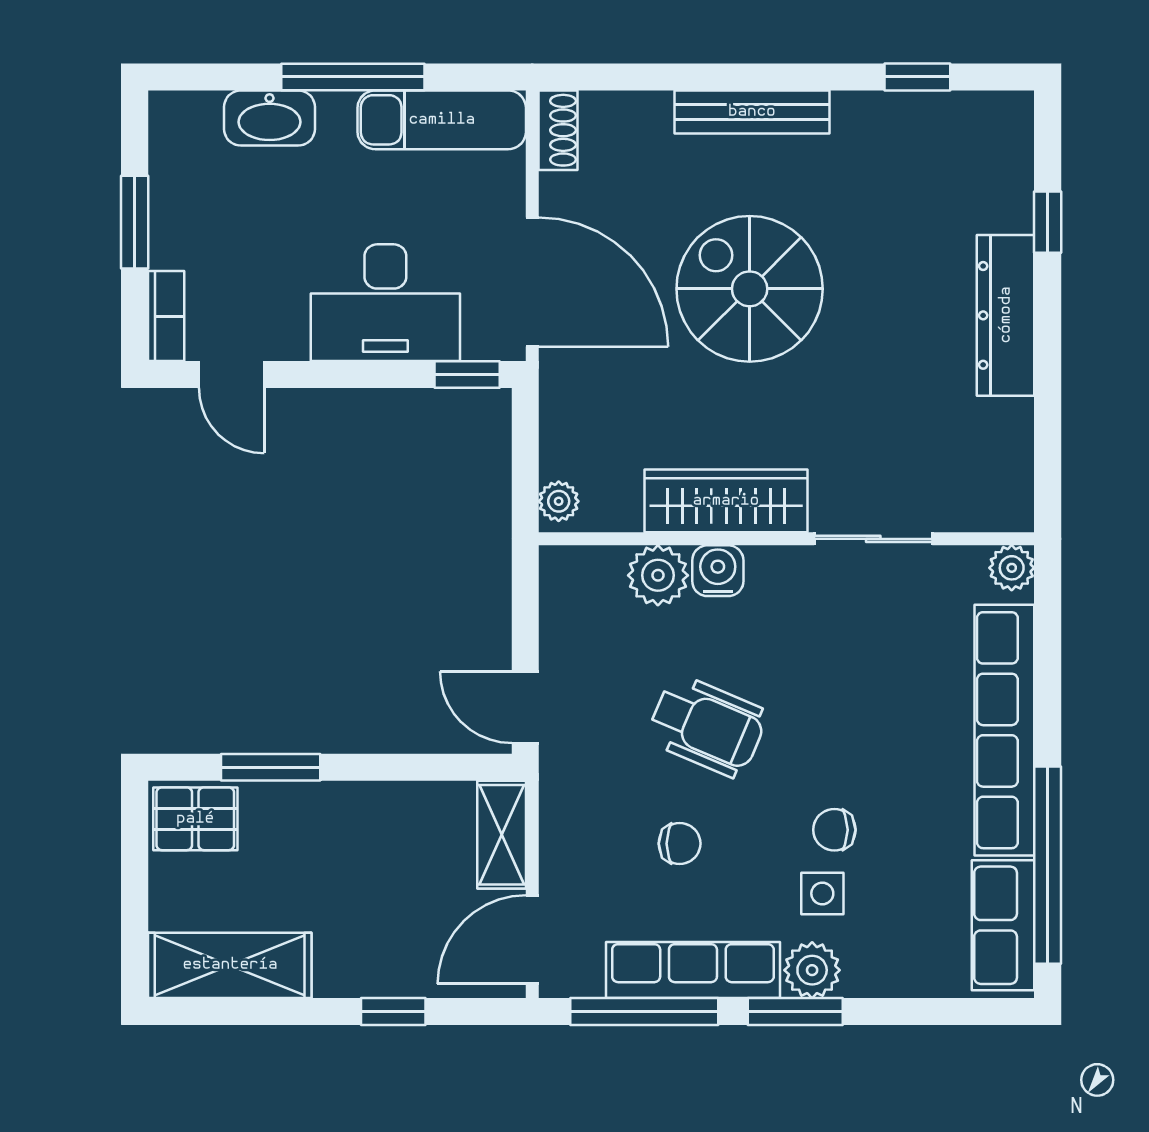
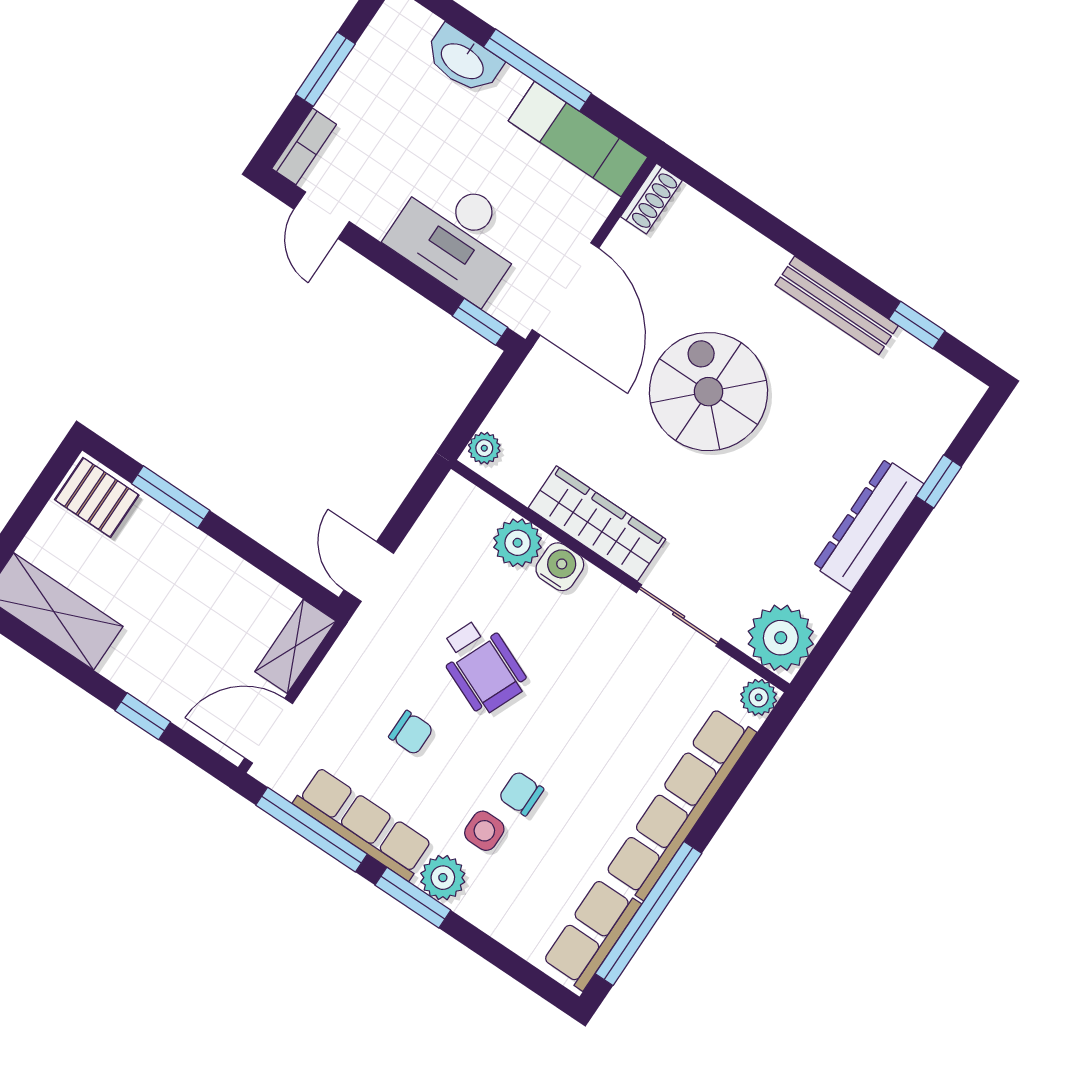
bench: (752, 112) -> (837, 305), moved
plant: (993, 491) -> (781, 638), added

